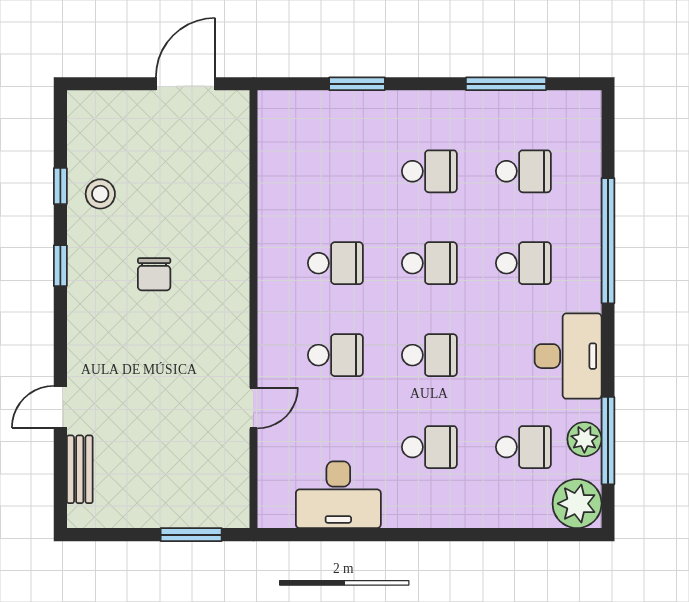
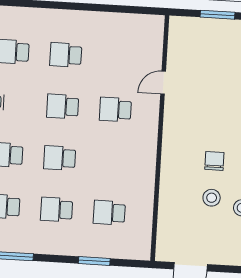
stool: (155, 209) -> (212, 198), added
school desk: (335, 263) -> (109, 213), moved
desk: (338, 495) -> (118, 31), removed
window: (191, 535) -> (218, 15), moved

